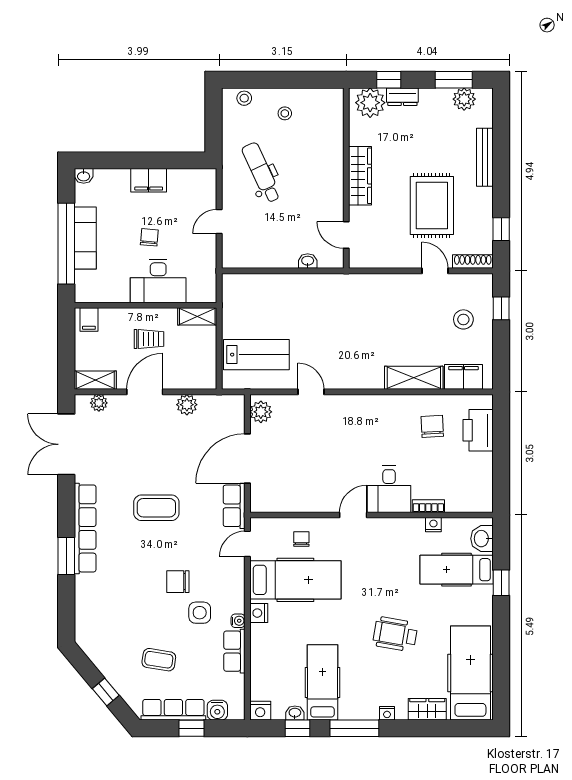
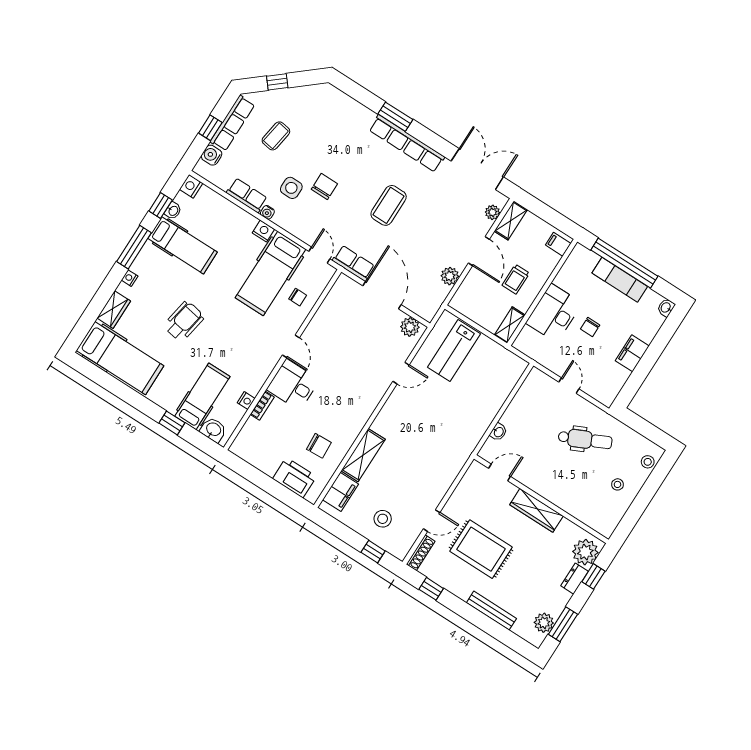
chair: (149, 237) -> (590, 327), turned 85

